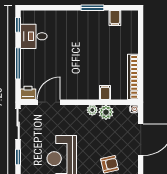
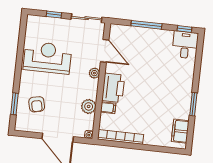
filing cabinet: (115, 18) -> (180, 131), width x2.00
desk: (34, 36) -> (185, 45), moved
printer: (28, 93) -> (113, 88), moved, width x1.87, depth x1.48
plant: (92, 110) -> (94, 73), moved

